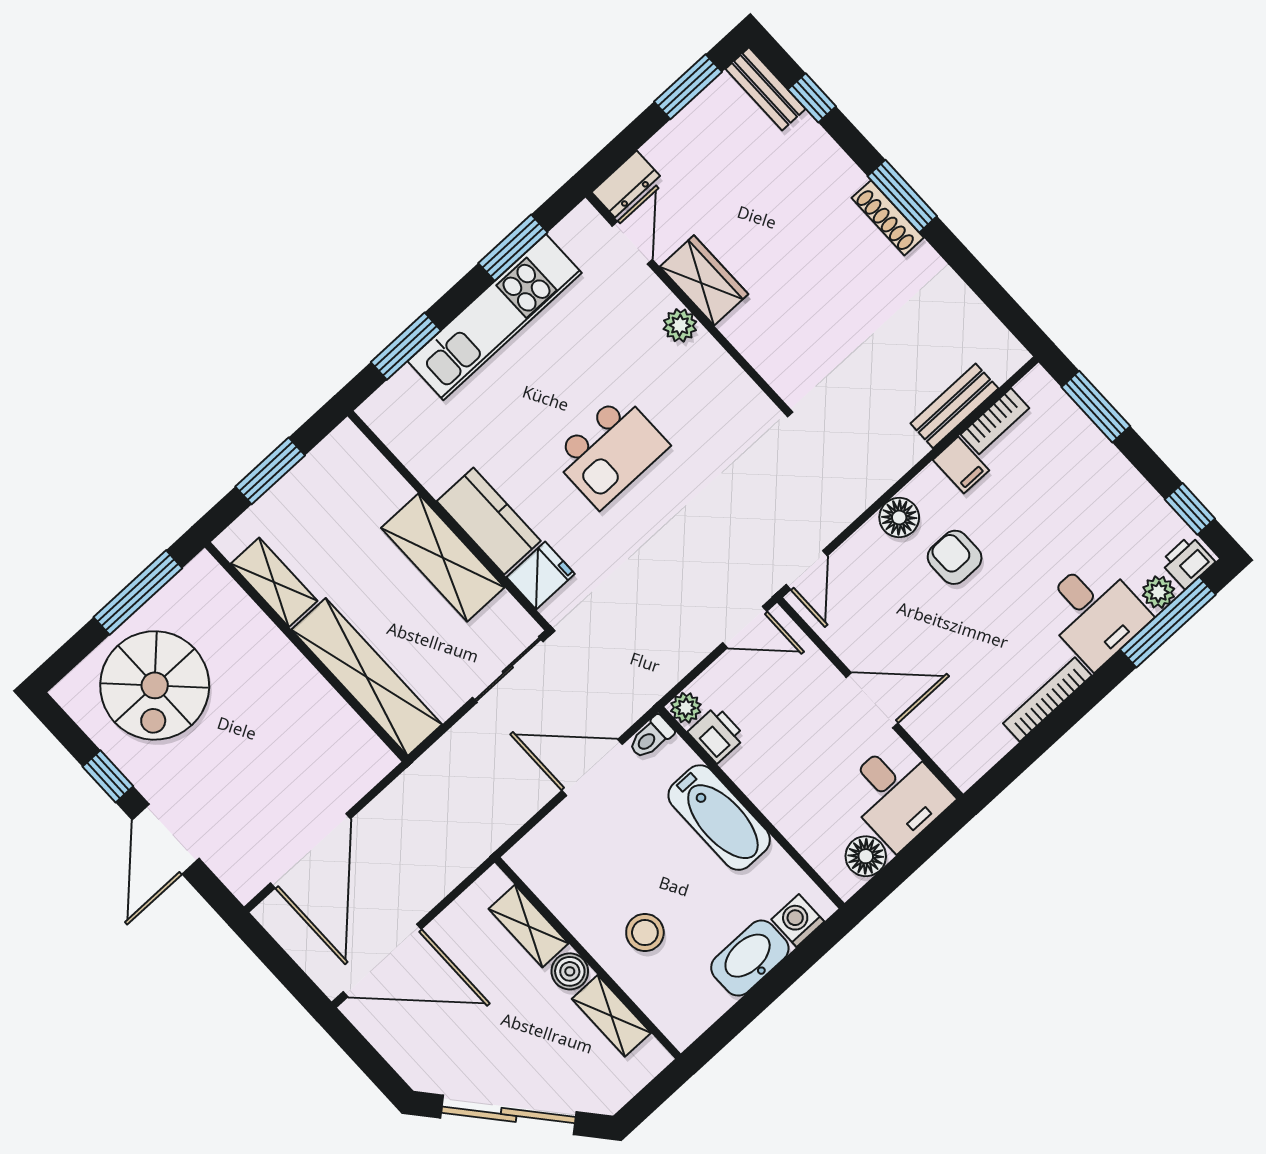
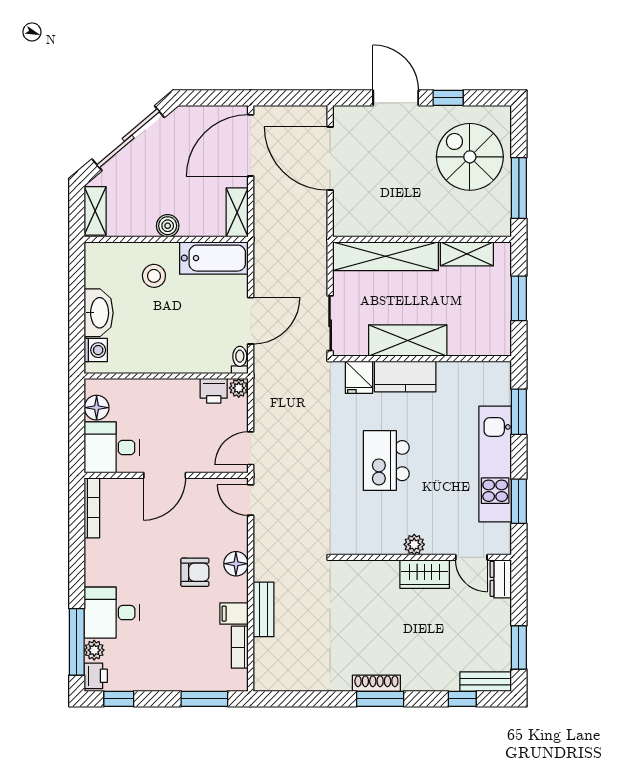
bench: (954, 406) -> (264, 609), moved
bookcase: (1047, 700) -> (92, 508), moved
bathtub: (719, 818) -> (214, 258), moved, turned 180
shelving: (529, 926) -> (237, 212), moved, turned 90
shelving: (611, 1016) -> (95, 211), moved, turned 90

